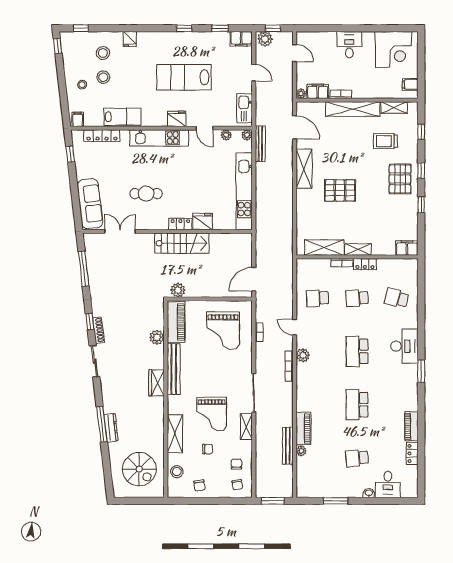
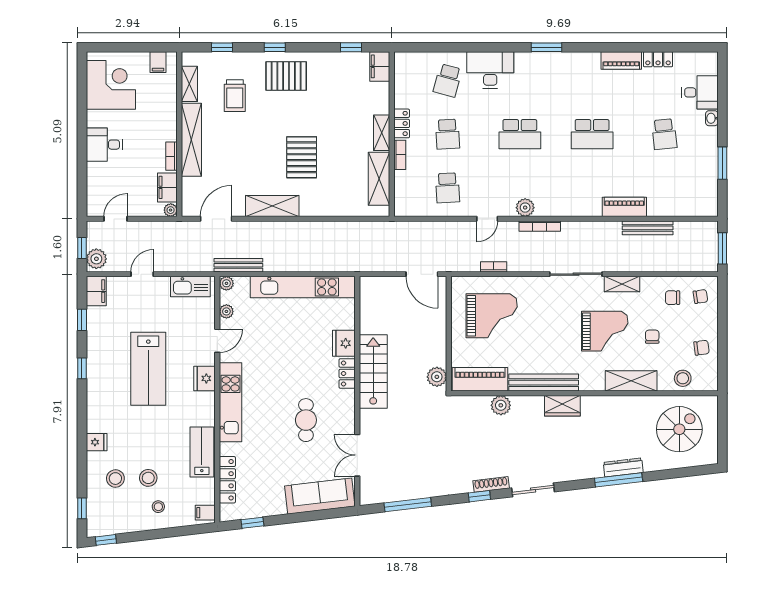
window: (421, 205) -> (351, 47), moved
desk: (404, 346) -> (490, 70), moved
plant: (301, 451) -> (655, 210), removed

